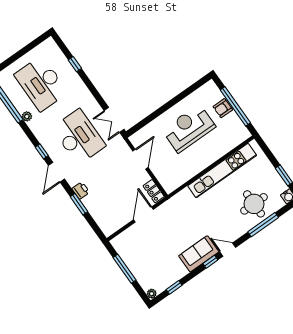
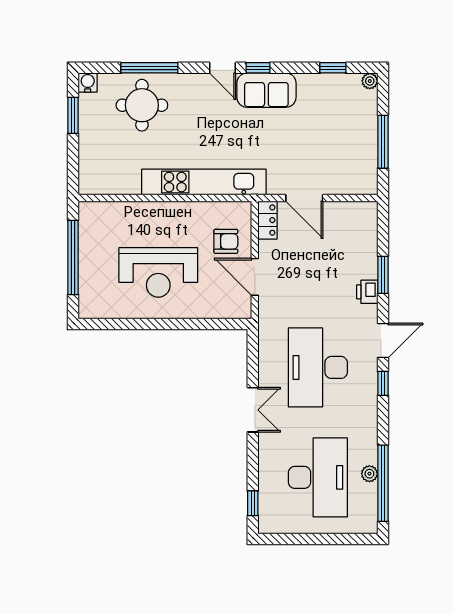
window: (75, 64) -> (253, 503), moved
armchair: (223, 108) -> (226, 241), moved
plant: (27, 116) -> (369, 474), moved
double door: (114, 120) -> (253, 410), moved
door: (140, 159) -> (255, 277), hinge flipped
kitchen unit: (222, 171) -> (204, 182), moved
door: (143, 214) -> (304, 198), hinge flipped

